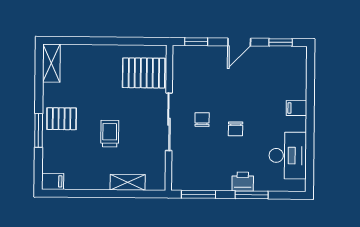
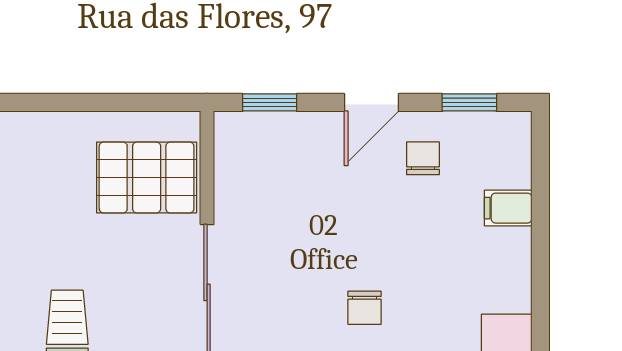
filing cabinet: (296, 108) -> (508, 208), moved
chair: (202, 120) -> (423, 158), moved

